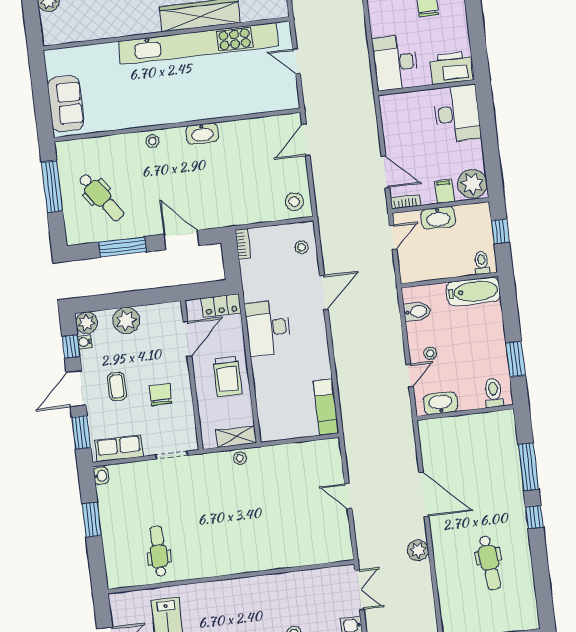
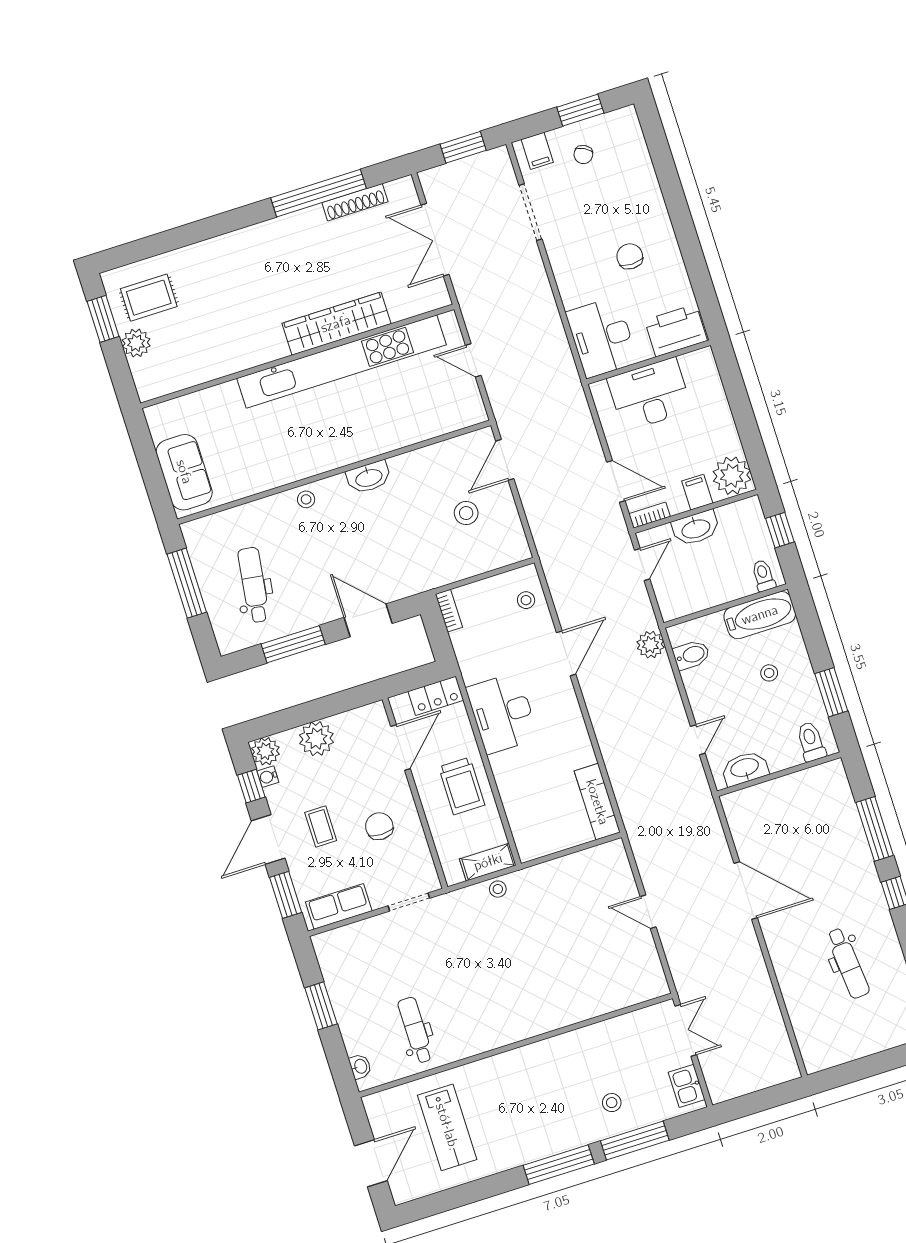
desk: (457, 114) -> (650, 394), moved, turned -90
dental chair: (101, 197) -> (254, 585), turned -136
stool: (294, 202) -> (466, 513), moved
stool: (430, 353) -> (769, 673), moved
washbasin: (101, 476) -> (360, 1066), moved
plant: (418, 550) -> (651, 645), moved

